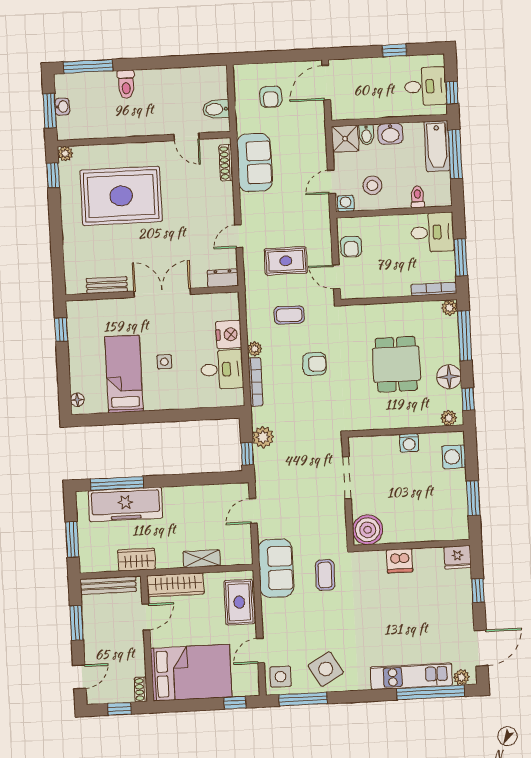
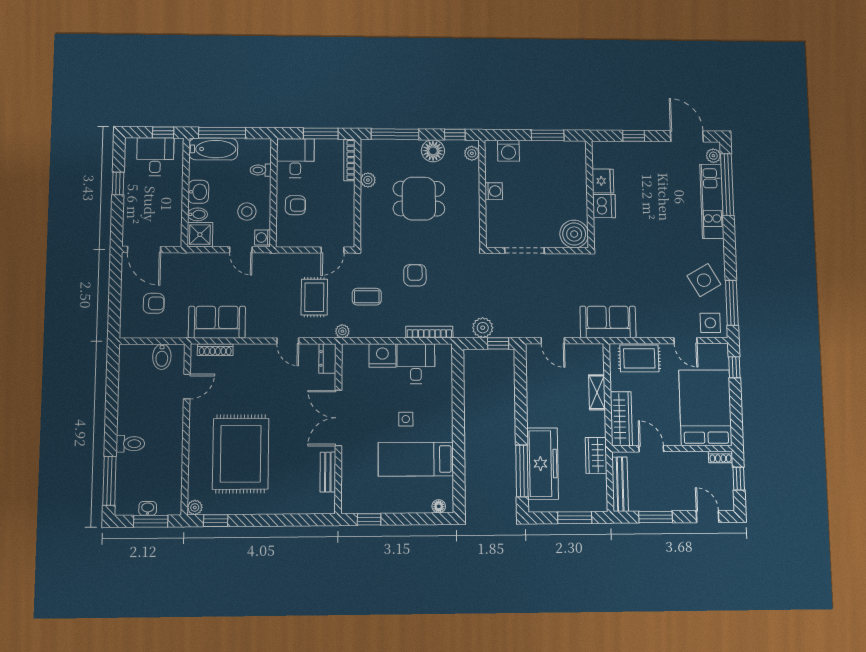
armchair: (351, 247) -> (295, 205), moved
plant: (450, 308) -> (368, 180), moved
coffee table: (289, 315) -> (367, 297), turned 90
plant: (255, 349) -> (342, 331), moved
fridge: (457, 557) -> (603, 181), moved
coffee table: (325, 575) -> (616, 276), removed

